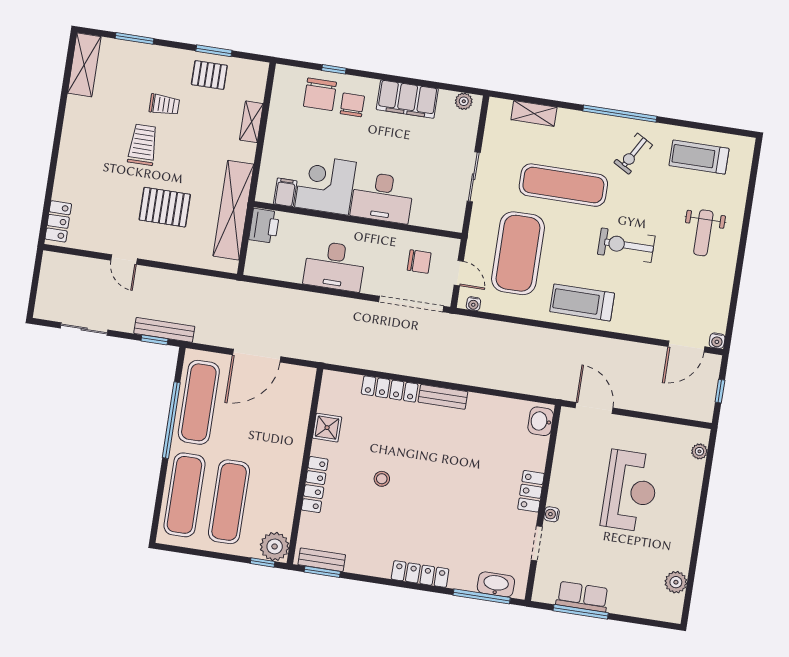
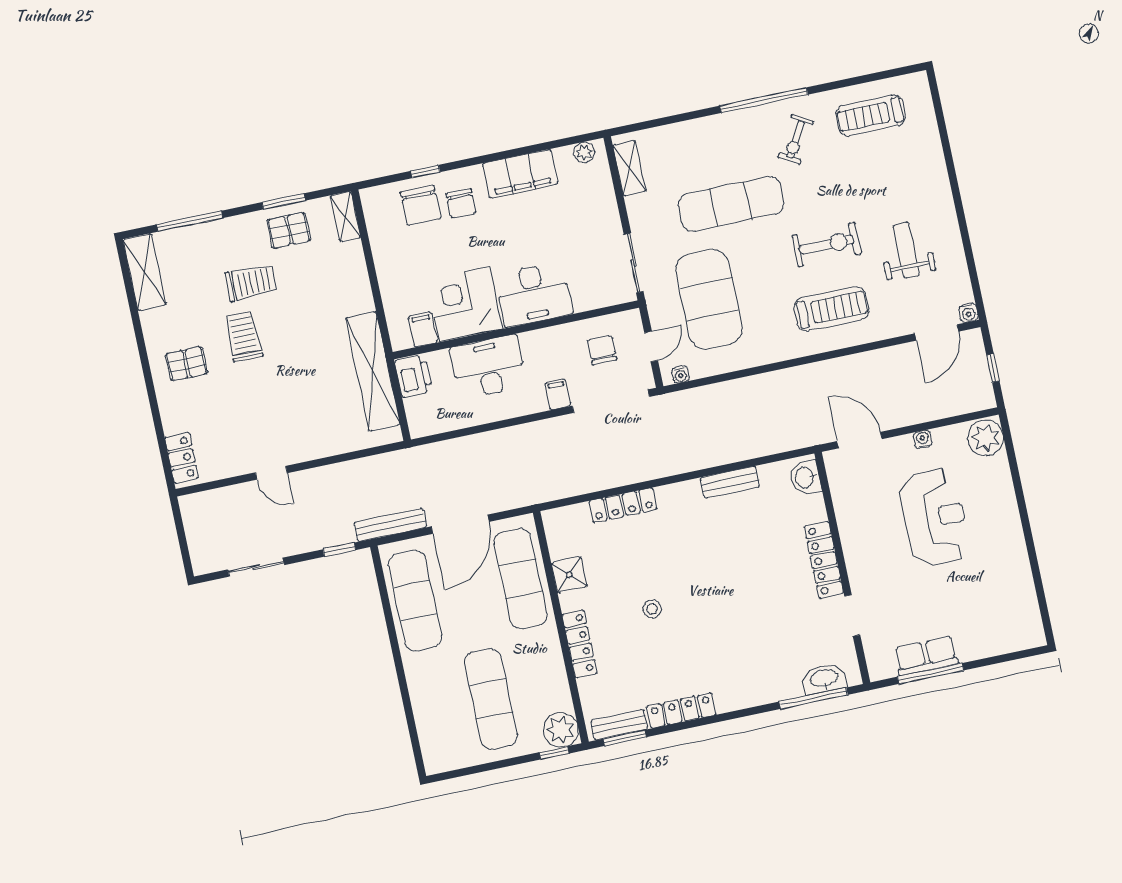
window: (134, 38) -> (190, 221), width x1.44
trolley: (164, 105) -> (251, 283), width x1.36, depth x1.39
chair: (352, 105) -> (461, 203), turned 180
shelving: (534, 113) -> (629, 168), moved, turned 90
shelving: (251, 122) -> (345, 217), moved
sliding door: (474, 177) -> (634, 263), moved
pallet: (165, 207) -> (187, 364), moved, width x0.67, depth x0.71
weight bench: (703, 233) -> (906, 250), moved, turned 180
exercise bike: (626, 245) -> (827, 245), turned 180
chair: (419, 262) -> (602, 350), turned -90
desk: (334, 266) -> (488, 367), moved, turned 180
door: (459, 273) -> (651, 347), hinge flipped
filing cabinet: (372, 283) -> (558, 394), added
treadmill: (582, 302) -> (831, 309), moved, turned 180
bench: (164, 330) -> (390, 525), moved
bench: (443, 397) -> (730, 482), moved
window: (171, 420) -> (392, 632), removed
plant: (699, 451) -> (986, 438), width x1.87, depth x1.87
locker: (531, 491) -> (824, 560), width x1.53
exercise mat: (184, 495) -> (521, 578), moved
water cooler: (552, 514) -> (923, 439), moved, turned 90
locker: (420, 574) -> (681, 711), moved
plant: (676, 582) -> (1024, 600), removed

